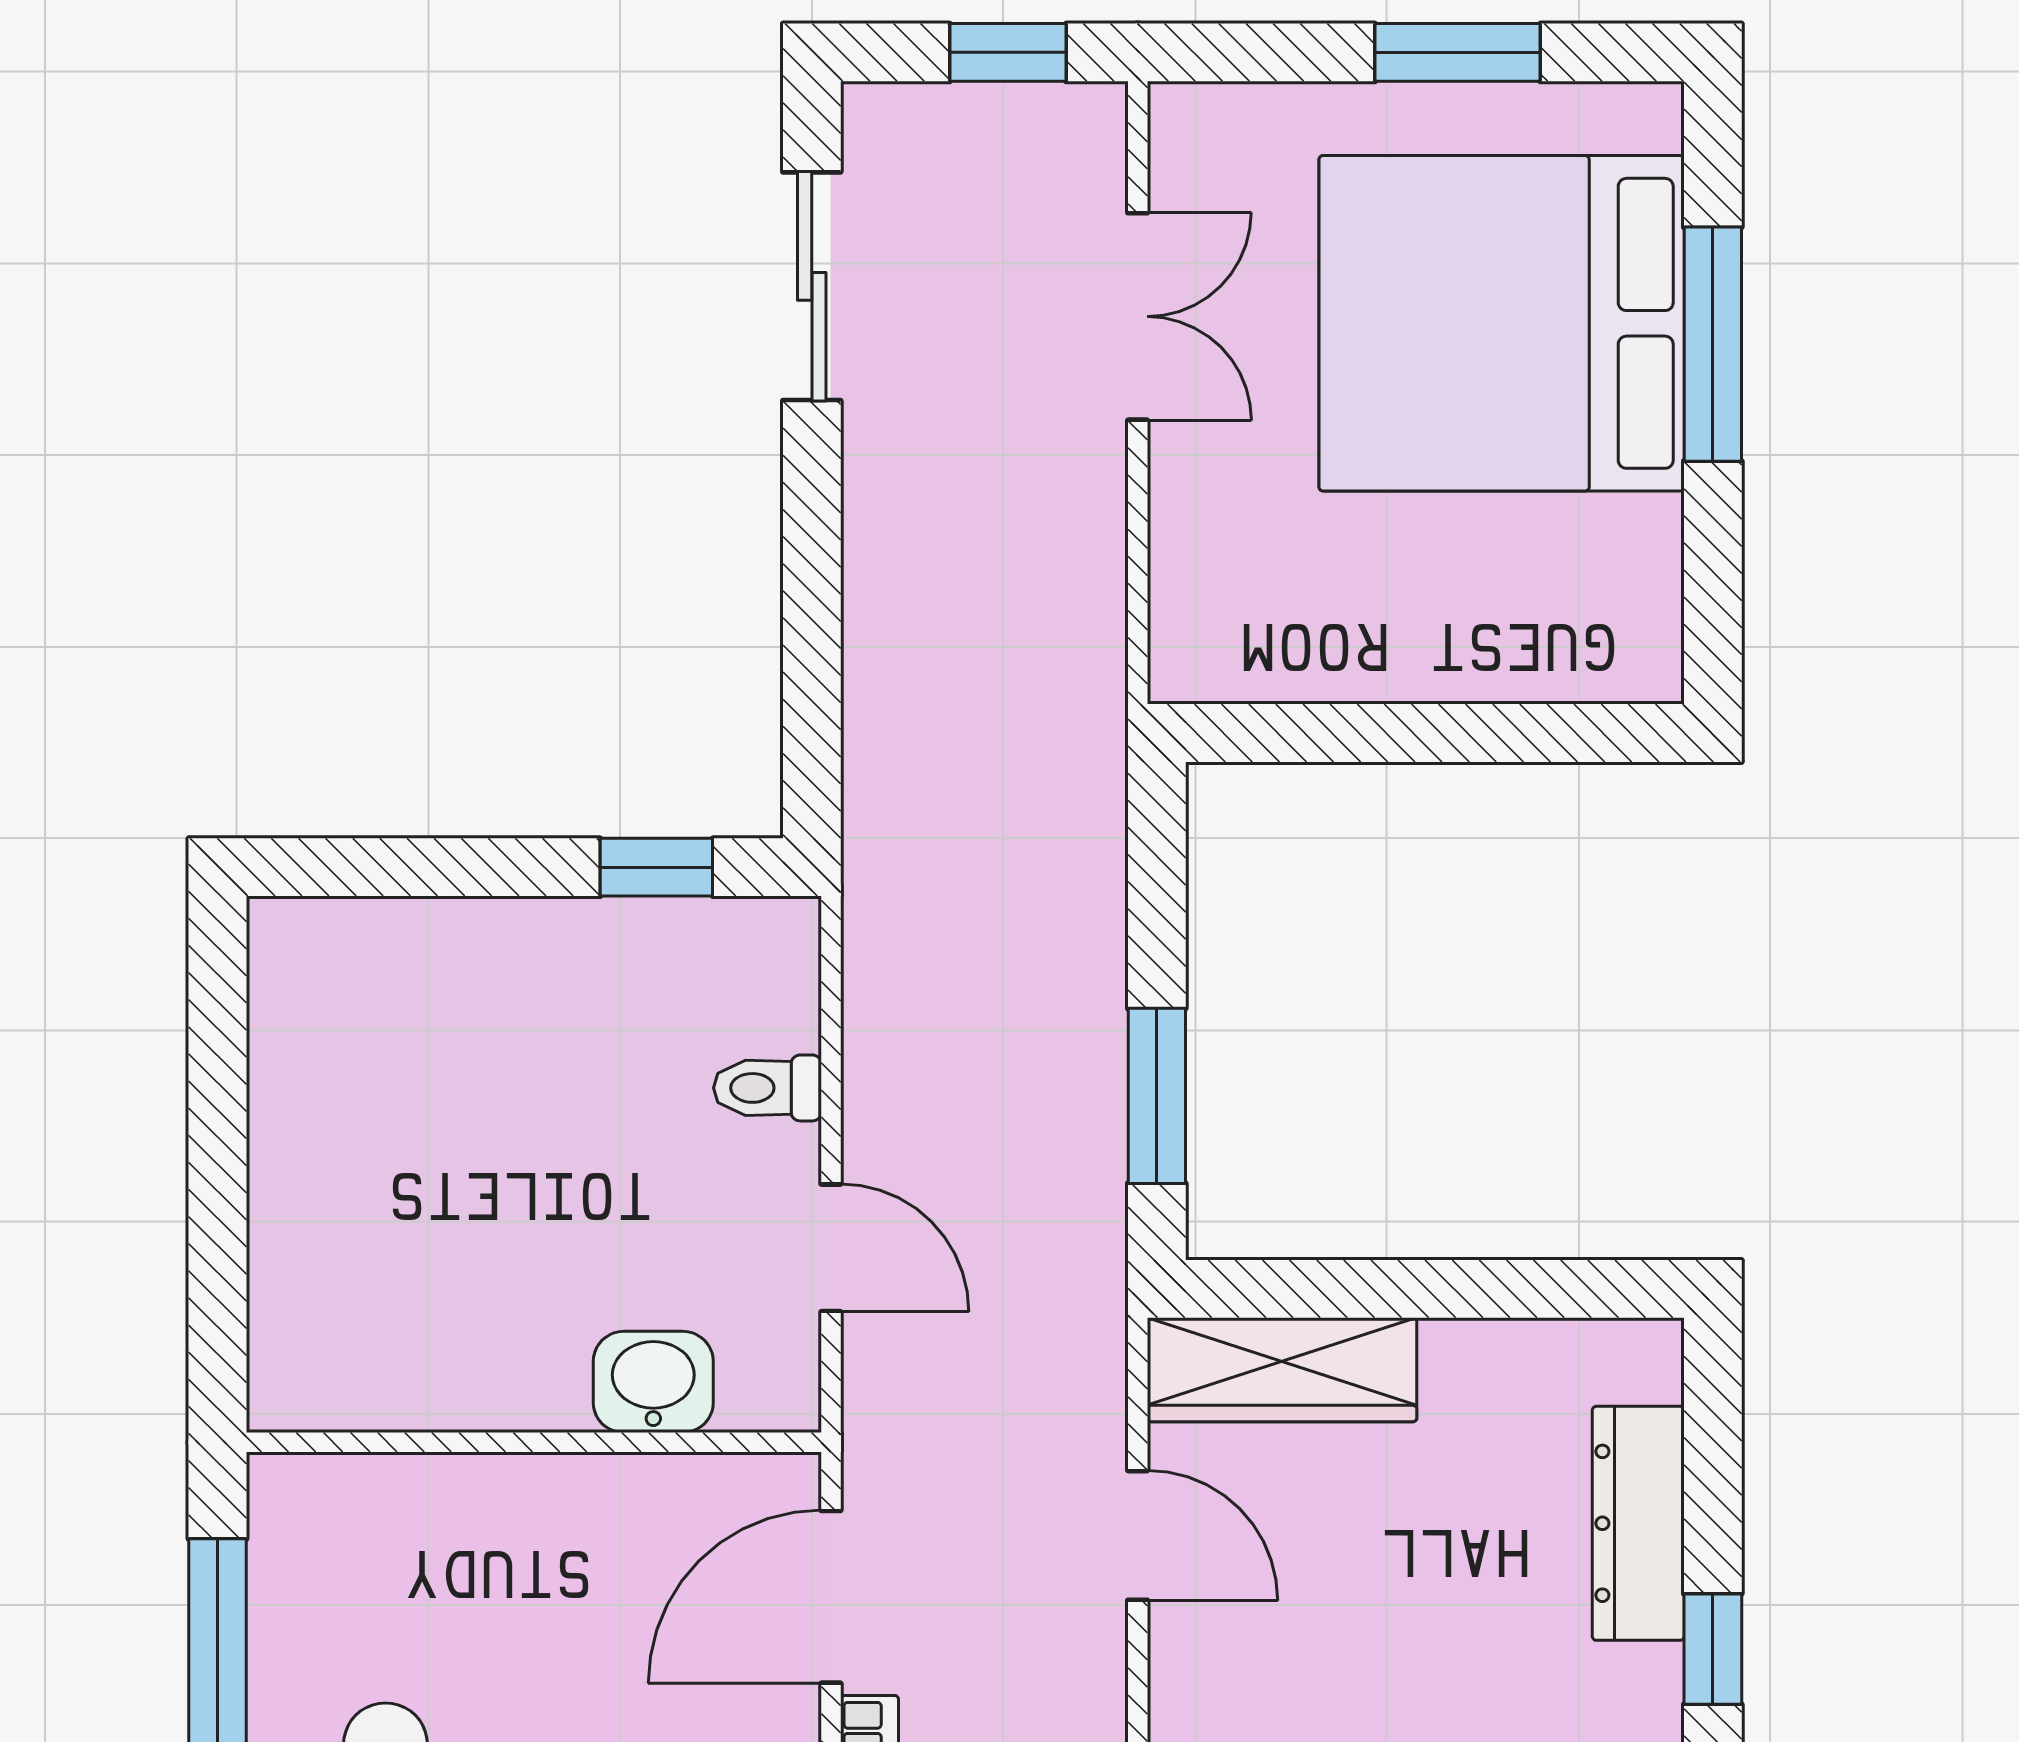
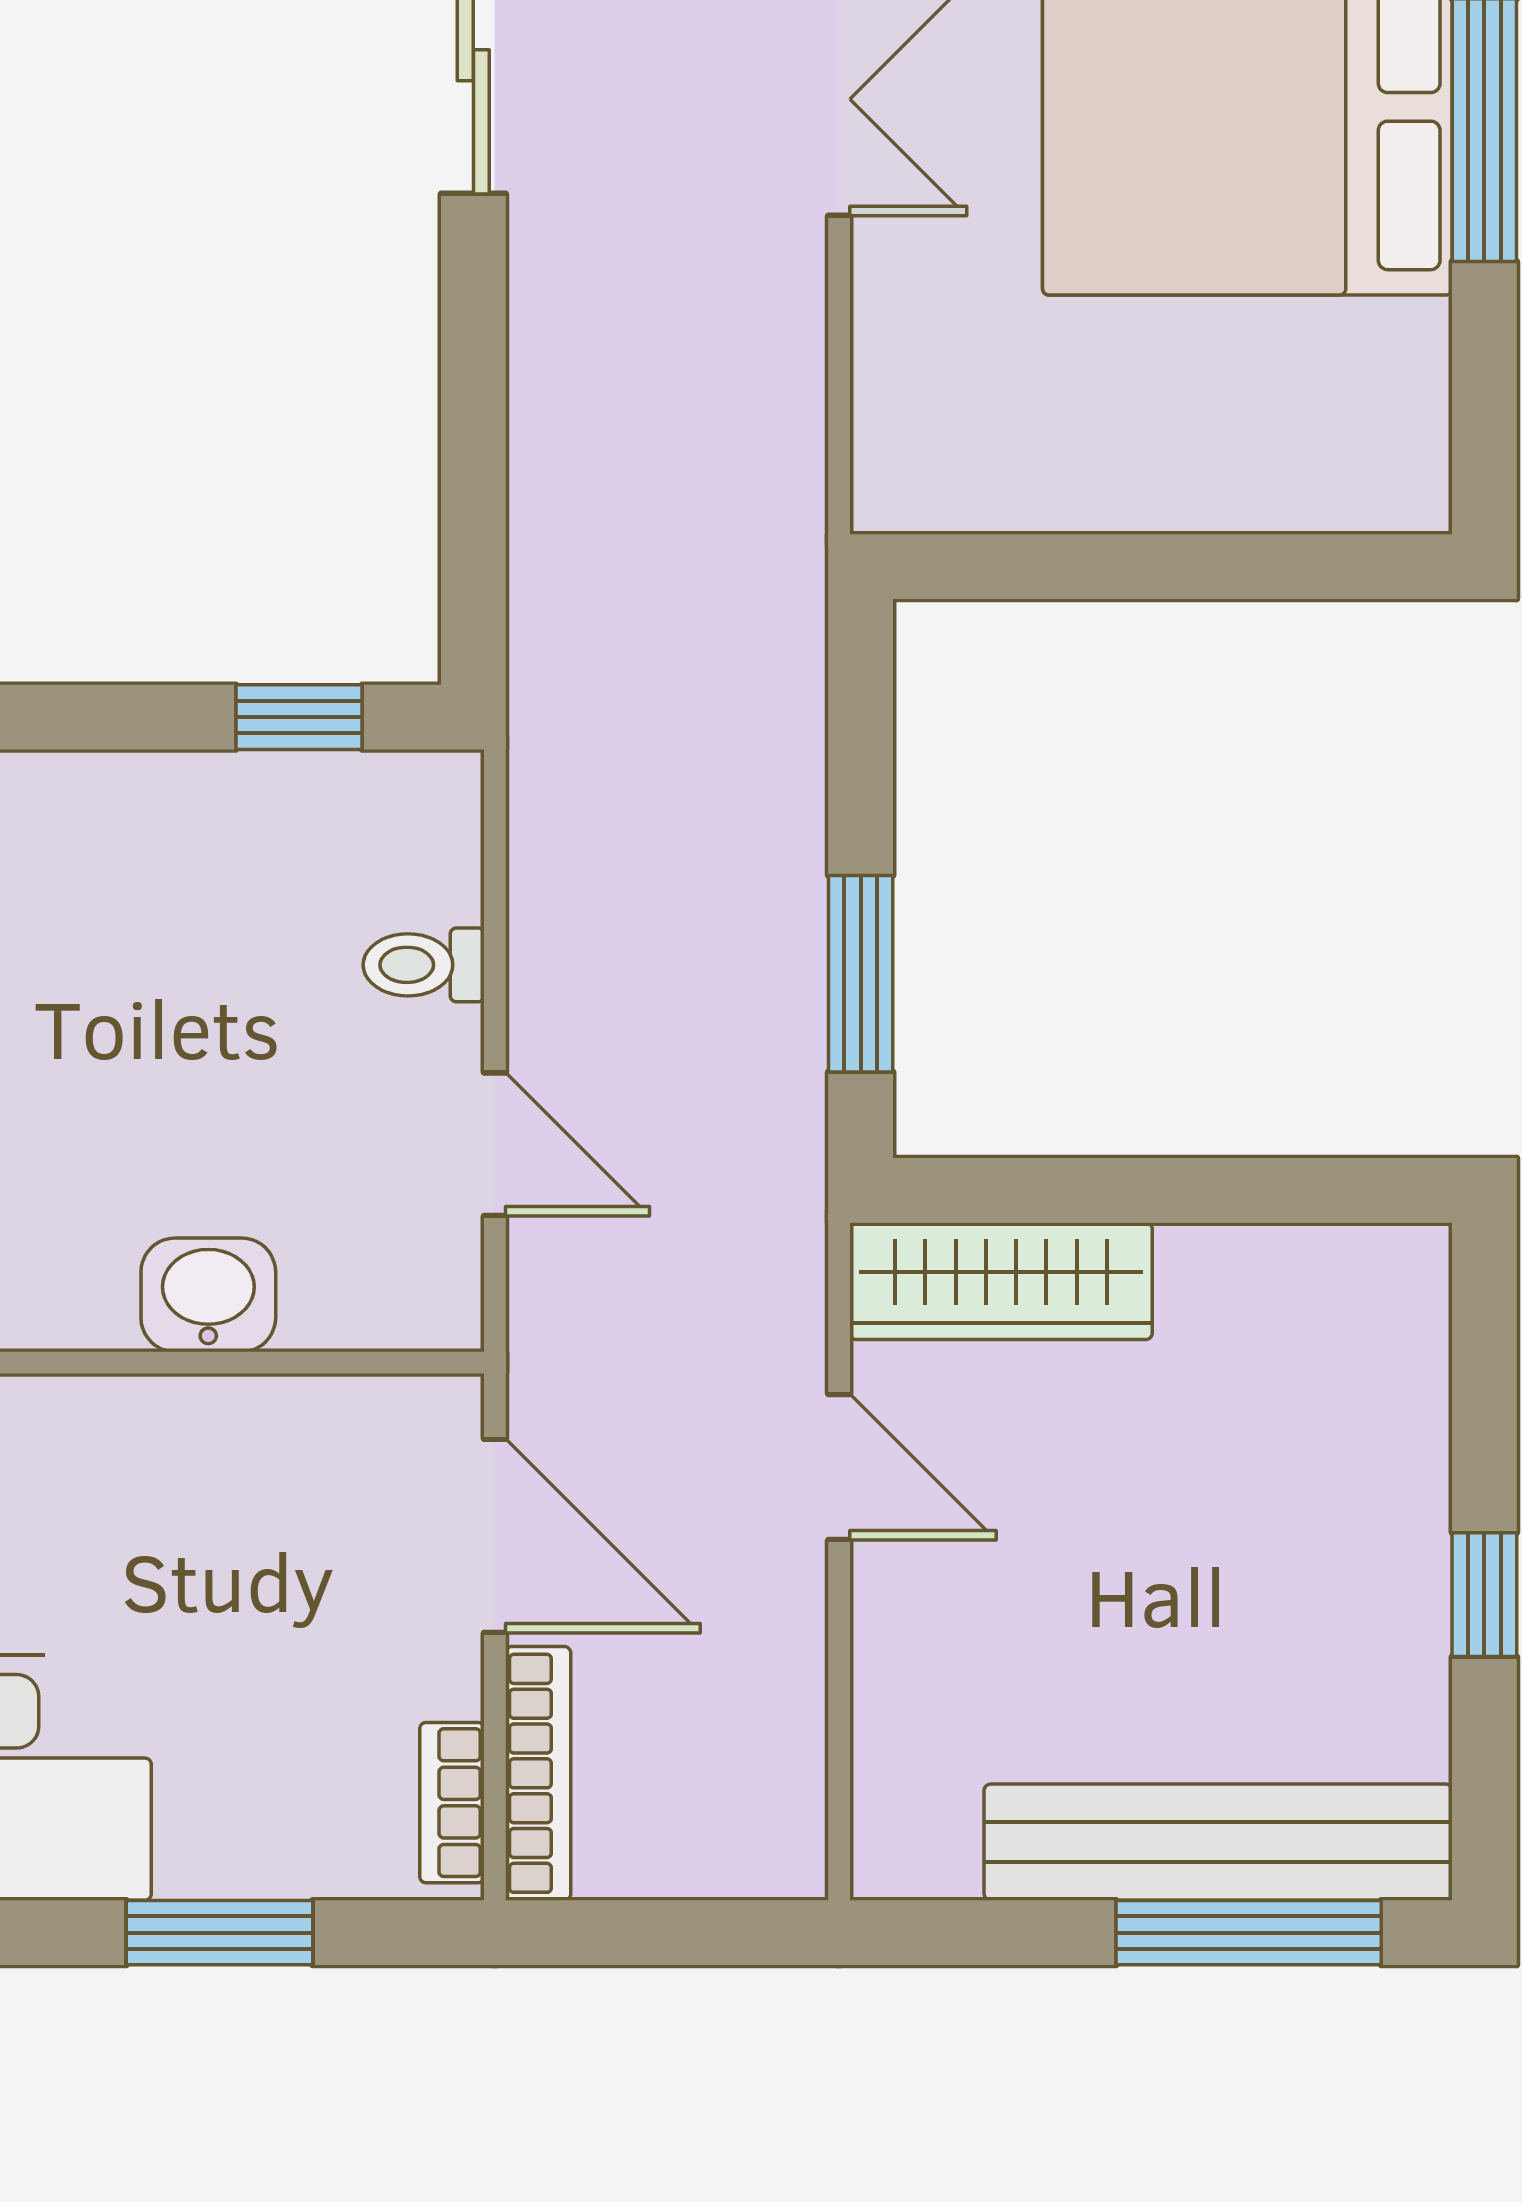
washbasin: (653, 1382) -> (208, 1295), moved
dresser: (1638, 1523) -> (1401, 1453), removed
door: (831, 1597) -> (495, 1536), swing flipped

